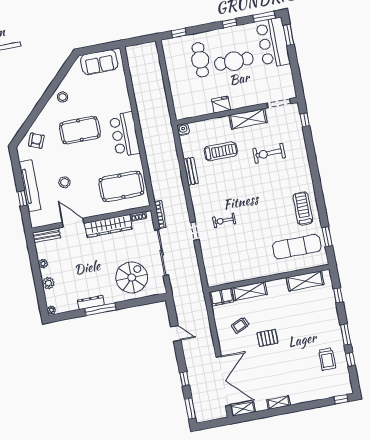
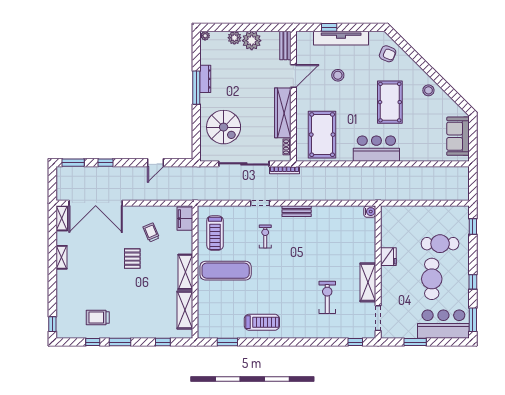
window: (289, 35) -> (415, 342), moved
treadmill: (221, 151) -> (215, 233), moved
bench: (191, 171) -> (297, 211), moved
exercise mat: (297, 247) -> (226, 271), moved, turned 90
plant: (43, 264) -> (252, 41), width x1.88, depth x1.88
shelving: (250, 291) -> (185, 272), moved

